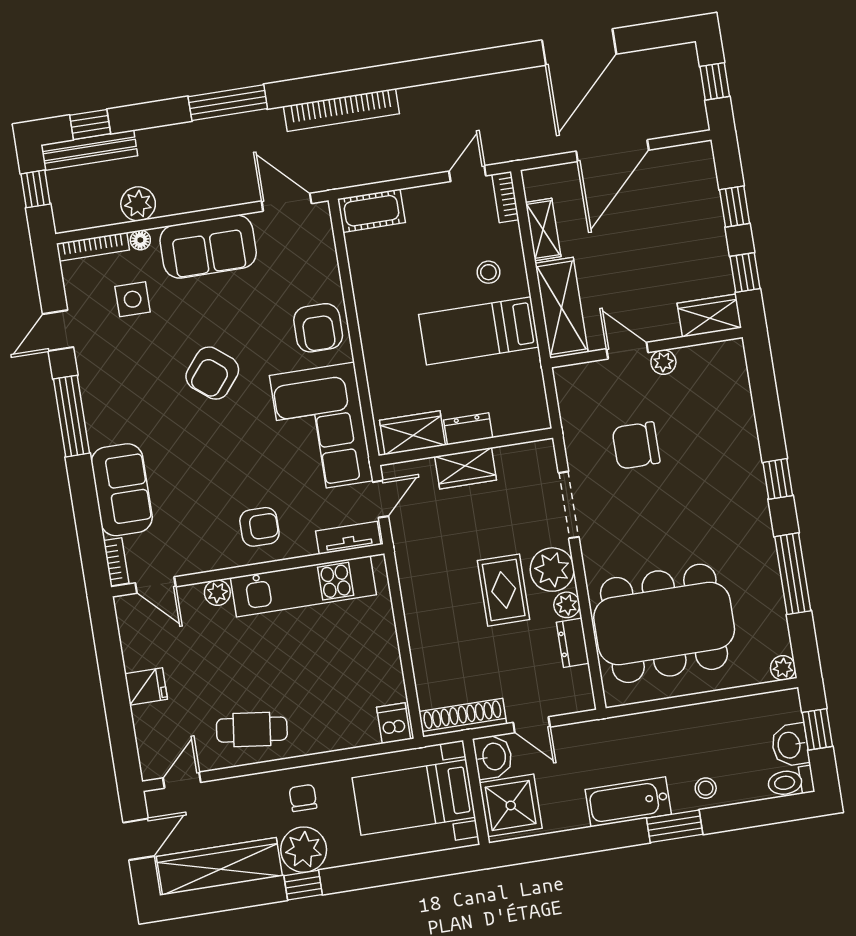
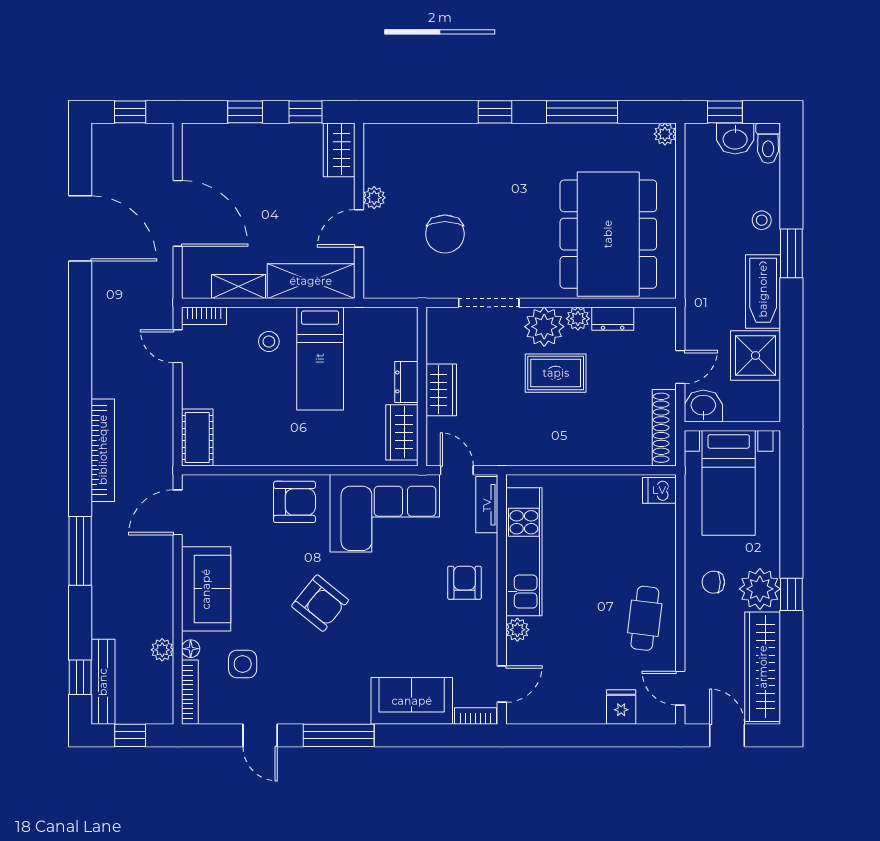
plant: (138, 204) -> (162, 650), width x0.73, depth x0.73
fridge: (146, 687) -> (621, 707), moved
shower: (511, 805) -> (756, 355), moved

